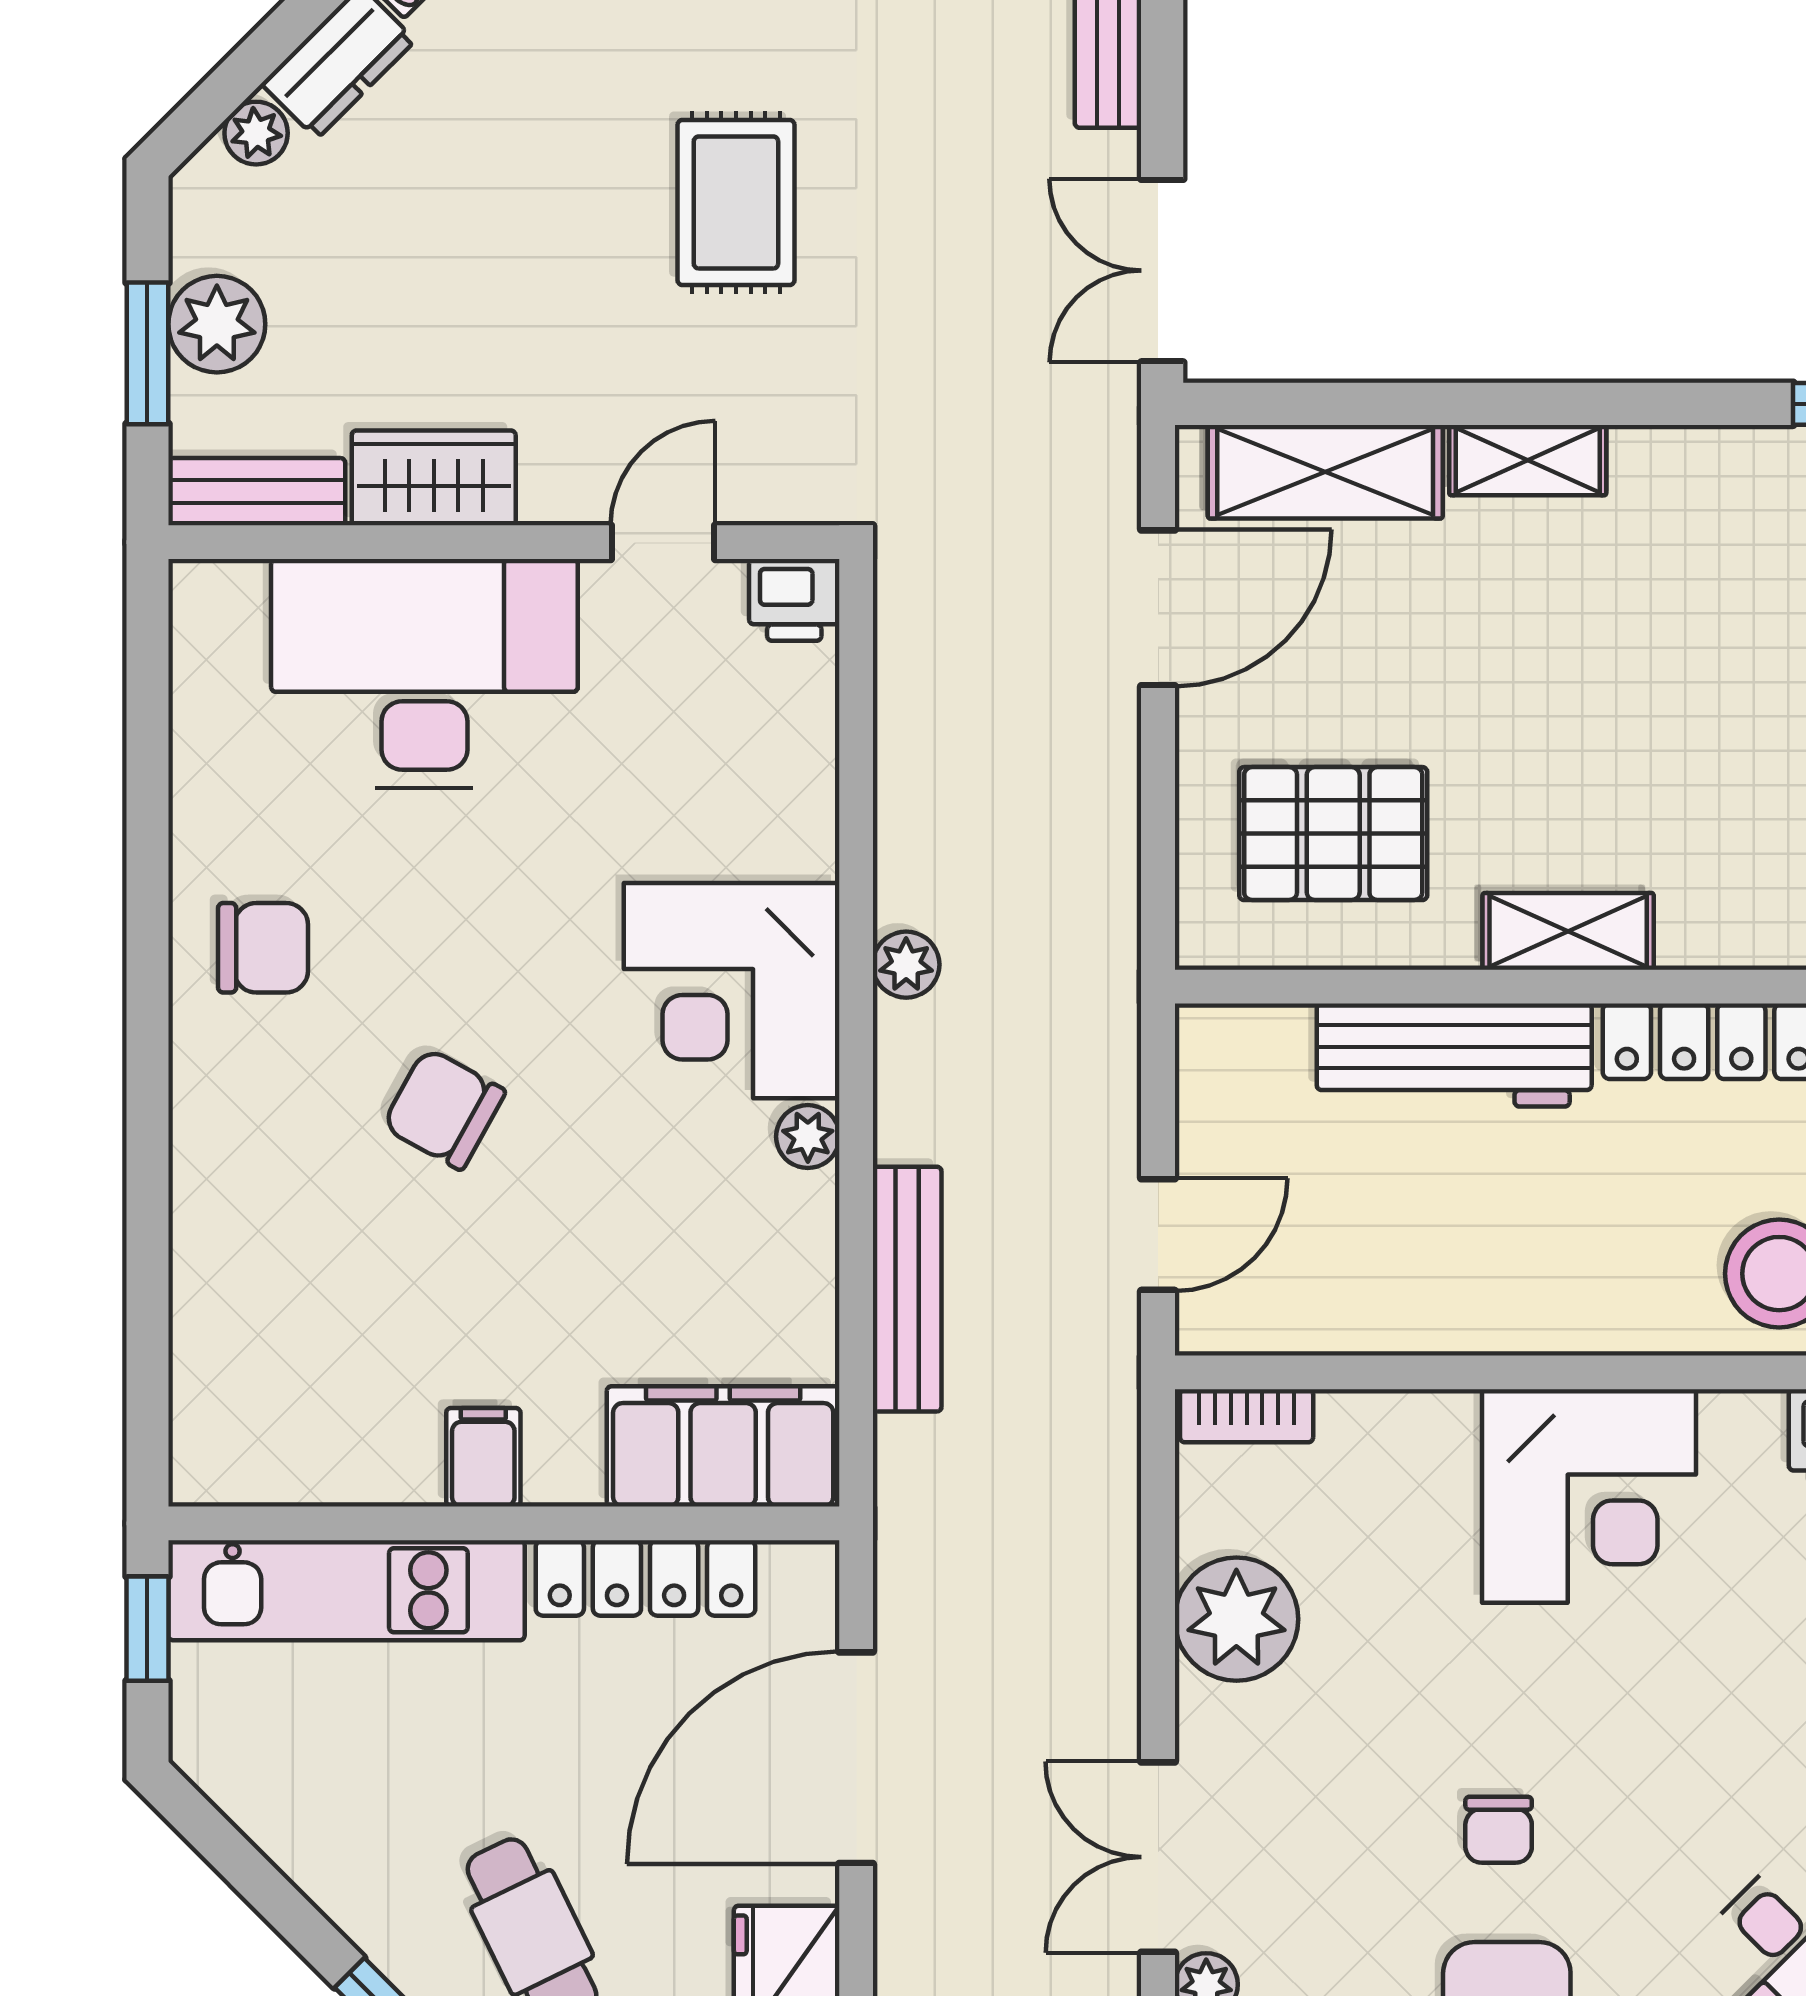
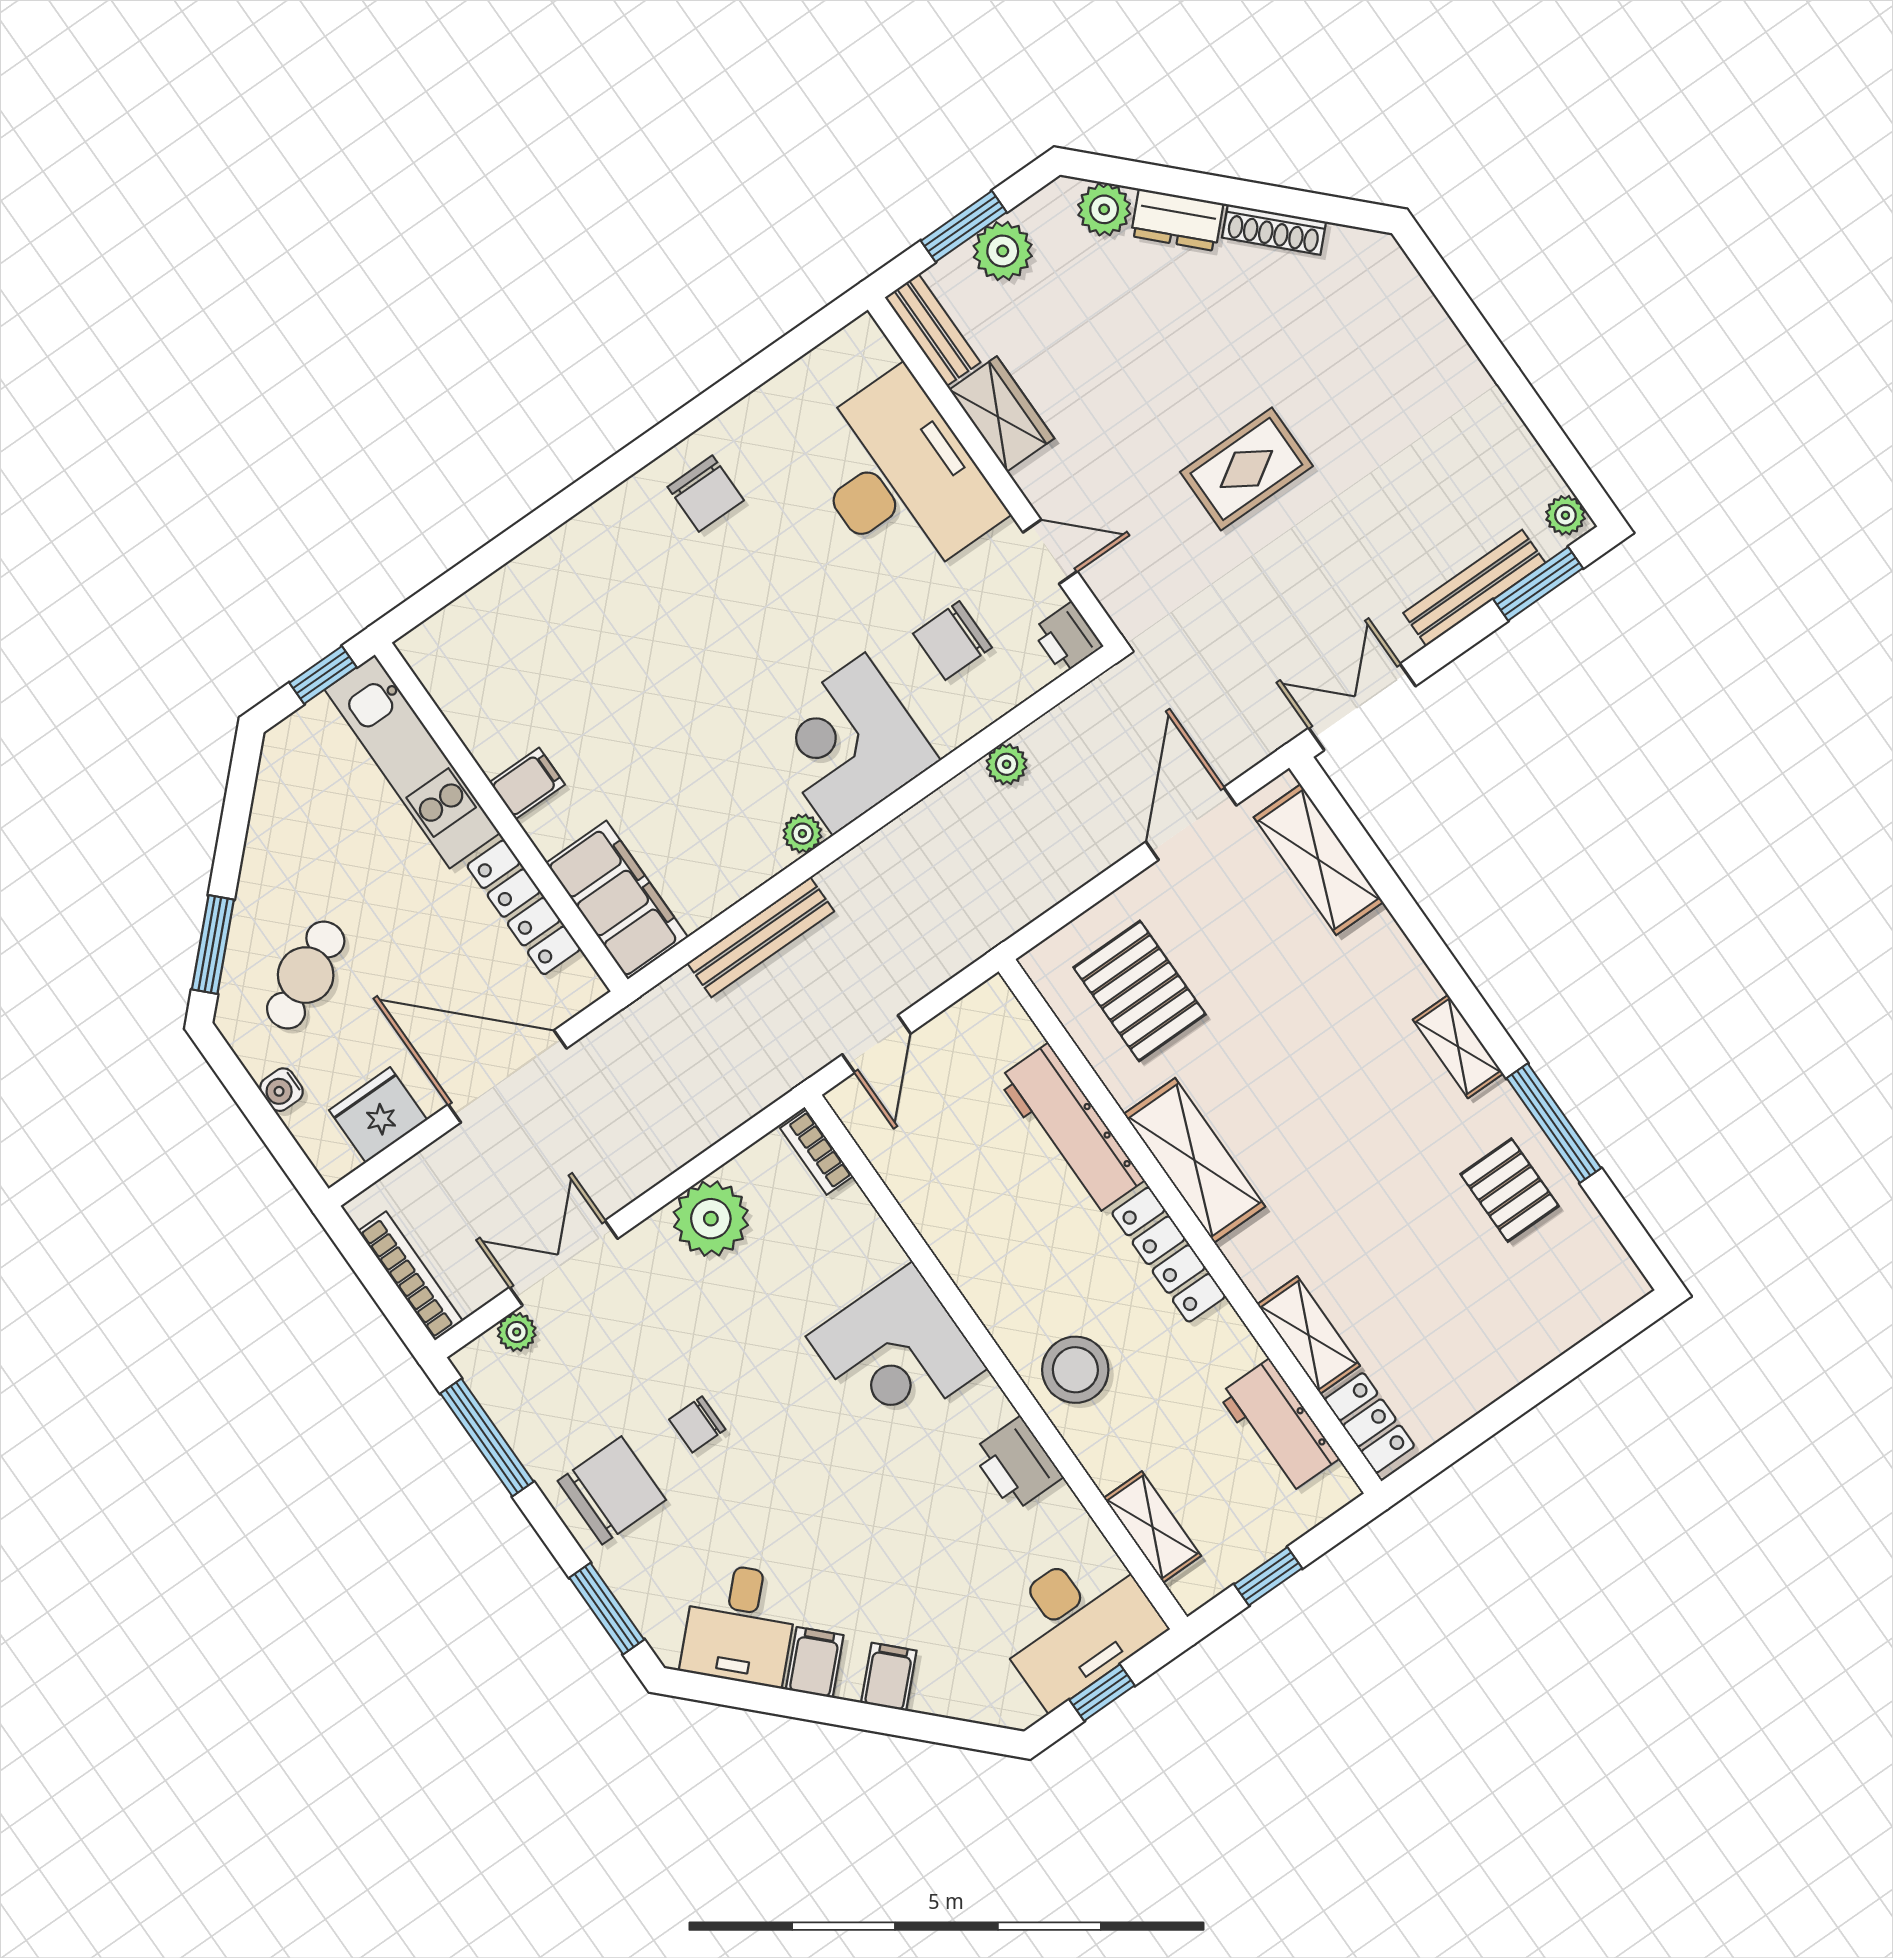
plant: (256, 133) -> (1104, 209), width x1.38, depth x1.38
shelving: (1528, 460) -> (1458, 1047), moved
door: (1158, 608) -> (1191, 824), swing flipped
shelving: (1568, 931) -> (1194, 1160), width x1.50, depth x1.33
plant: (906, 965) -> (1007, 764), moved
chair: (444, 1109) -> (952, 641), moved, turned -119
door: (1158, 1235) -> (876, 1044), hinge flipped

